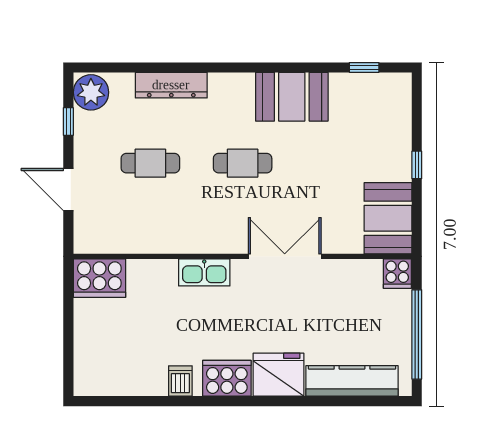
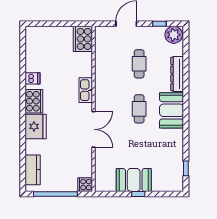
booth: (292, 97) -> (172, 110), moved
booth: (388, 218) -> (134, 180), moved
kitchen counter: (352, 381) -> (33, 170), width x0.67

